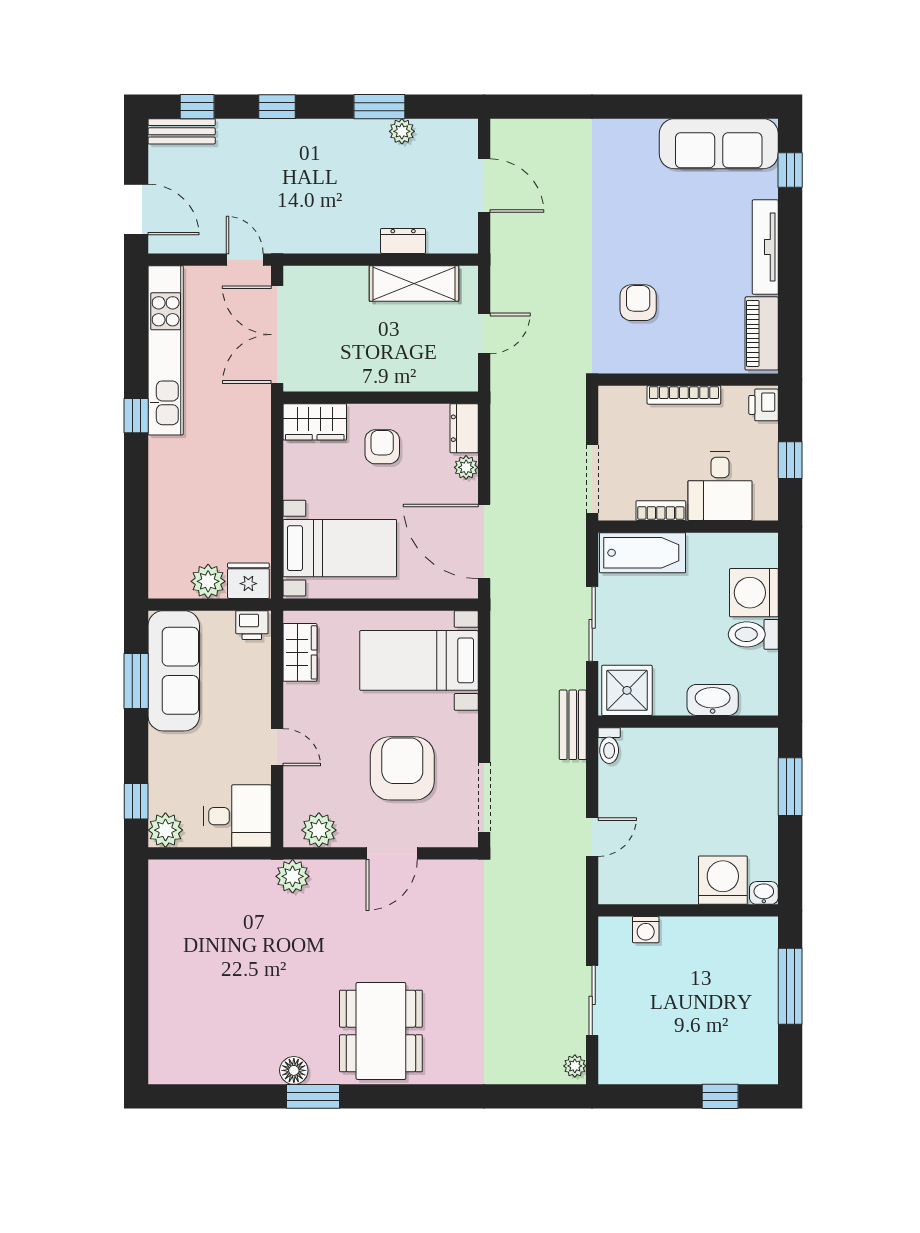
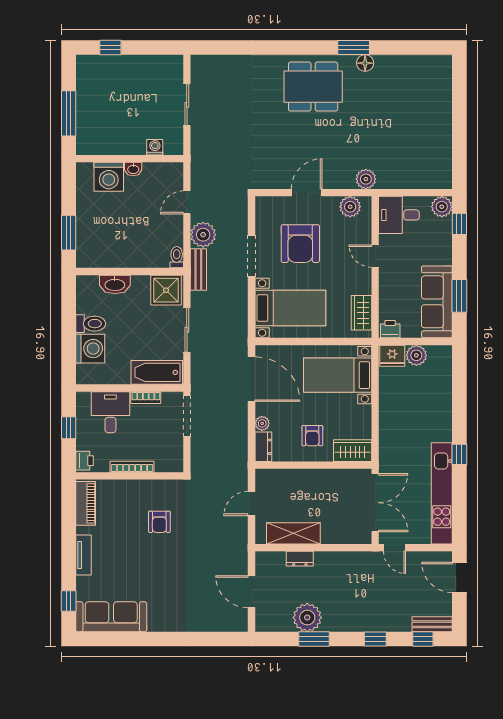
plant: (402, 131) -> (307, 618), width x1.88, depth x1.88
tv unit: (765, 247) -> (83, 555), width x0.71
doorway: (484, 797) -> (251, 256), moved
washbasin: (764, 893) -> (133, 169), moved
dining table: (381, 1031) -> (313, 87), turned 90
plant: (575, 1066) -> (203, 235), moved, width x1.87, depth x1.87

